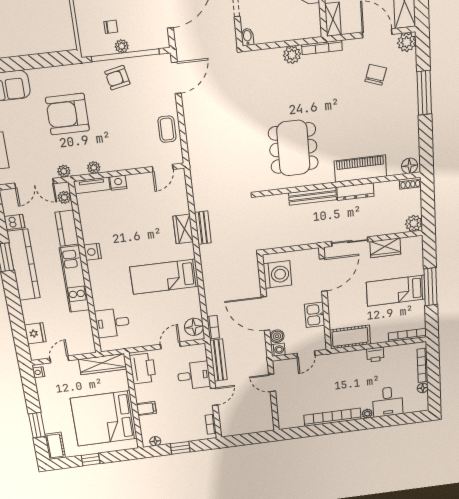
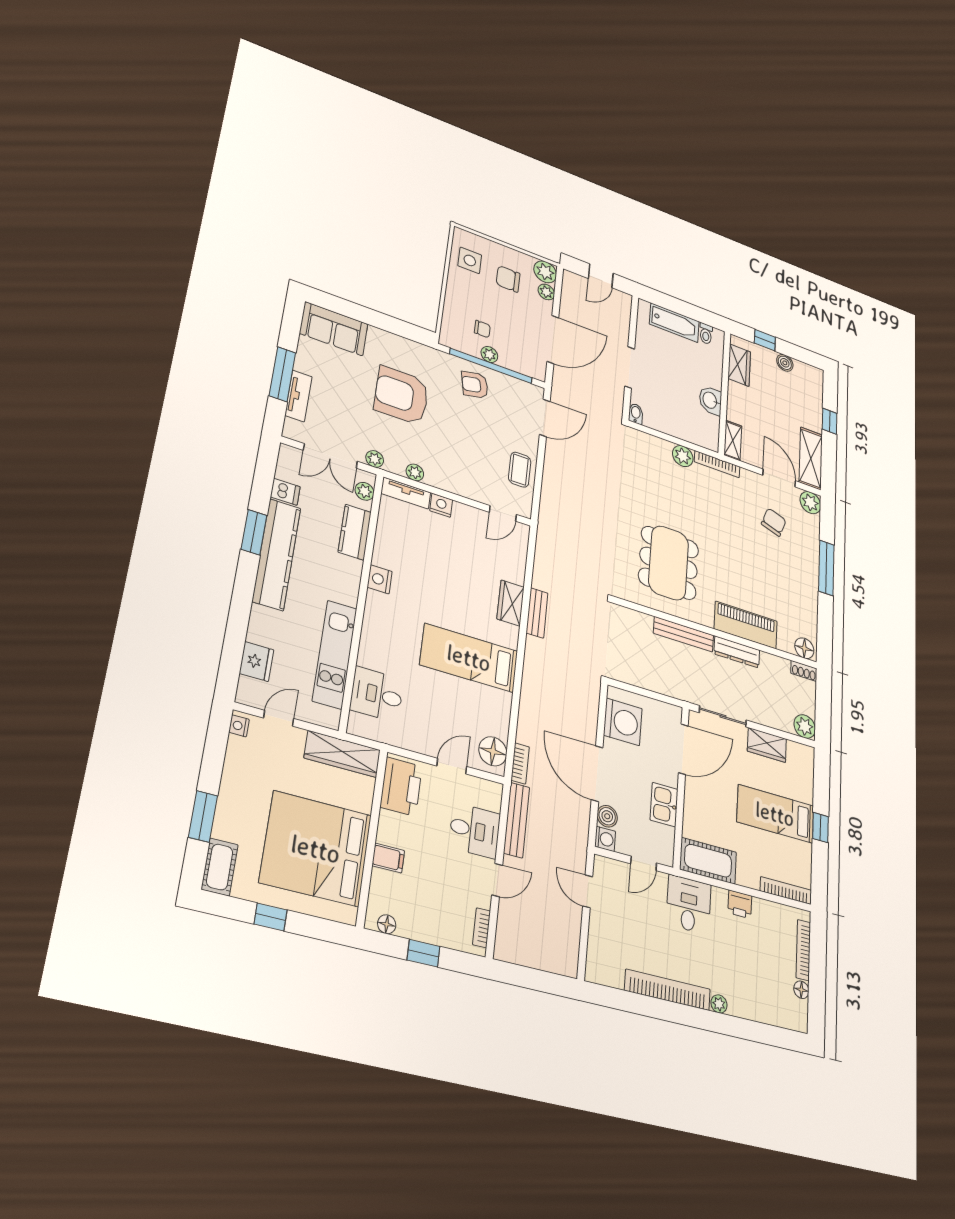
kitchen unit: (74, 279) -> (335, 654), moved
window: (431, 287) -> (821, 828), width x0.46
desk: (388, 402) -> (689, 904), moved, turned 180

